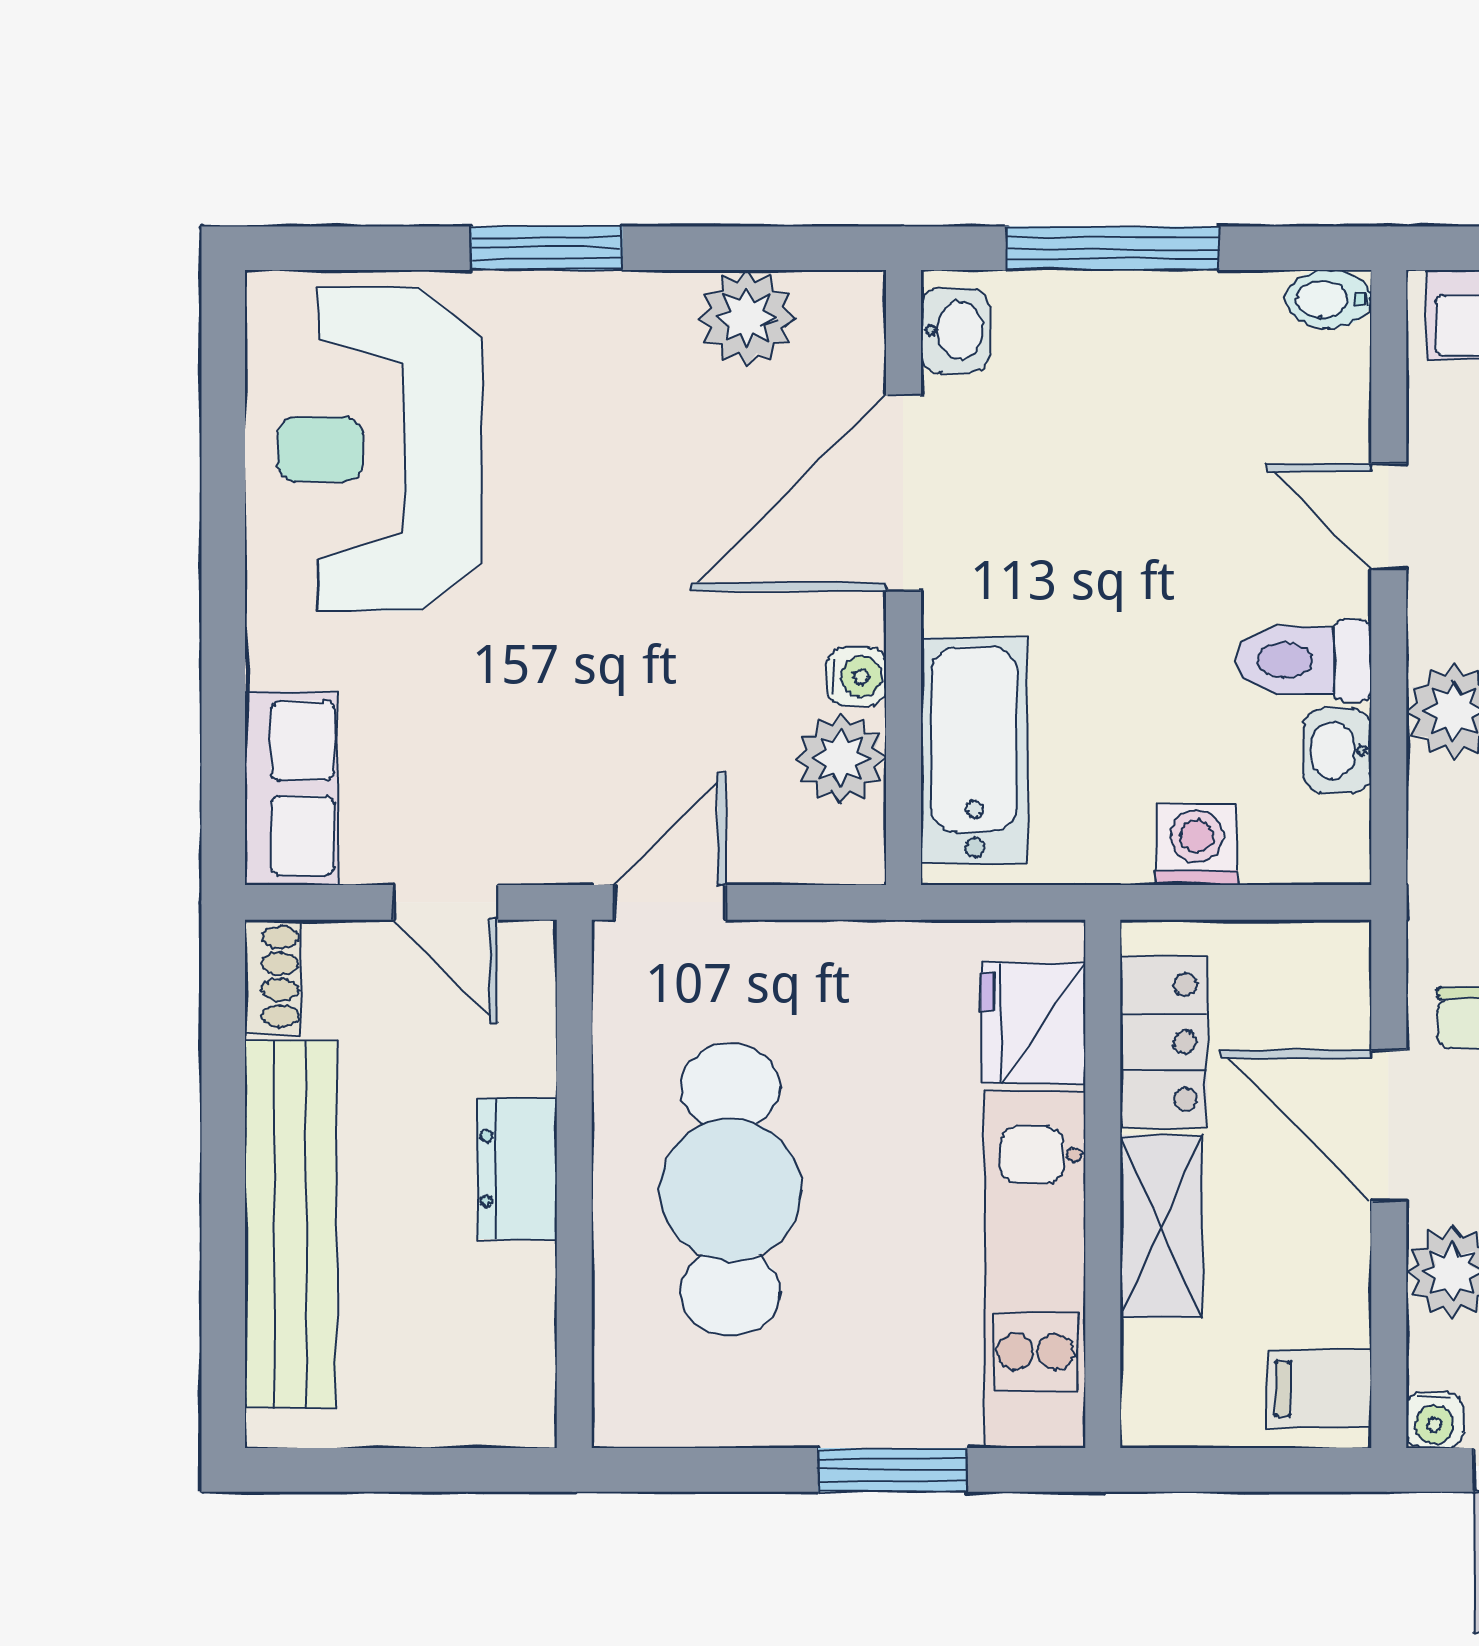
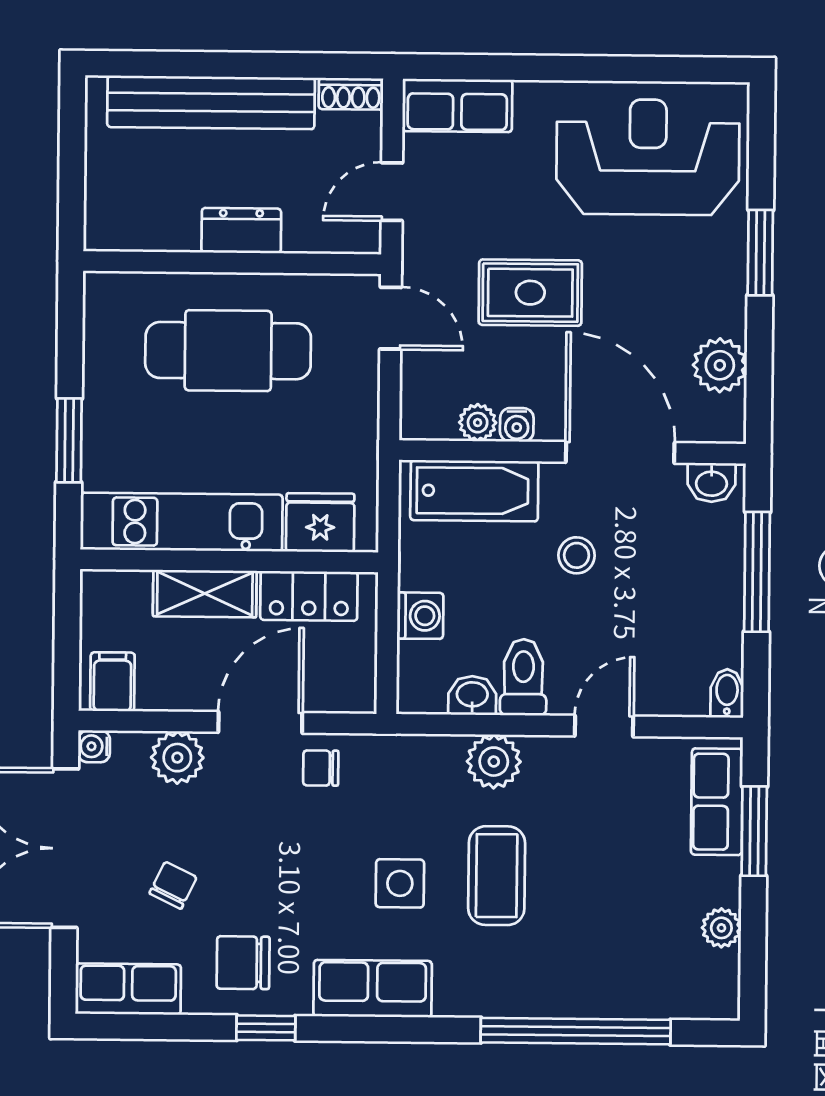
stool: (1087, 568) -> (577, 555), added
rug: (622, 655) -> (530, 293), added
plant: (841, 758) -> (478, 423), width x0.73, depth x0.73

